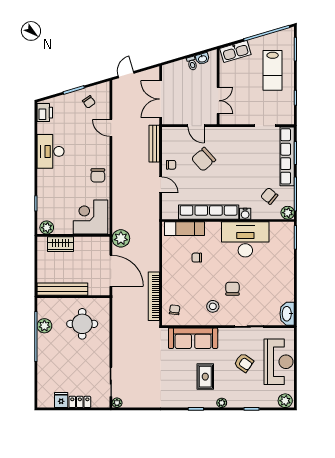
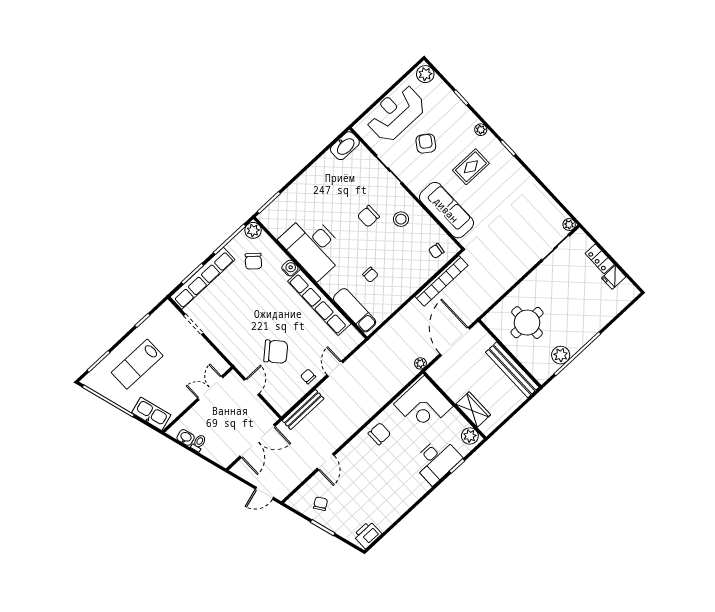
lab bench: (273, 70) -> (137, 364), turned 180
desk: (51, 151) -> (437, 460), moved
plant: (121, 238) -> (420, 363), width x0.53, depth x0.53

